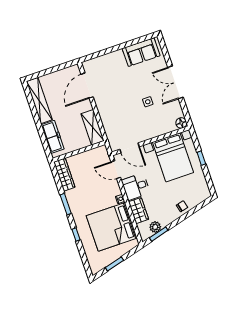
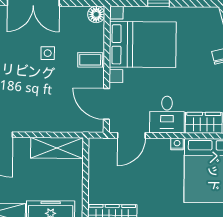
coffee table: (153, 129) -> (90, 60), added
door: (130, 148) -> (107, 104), swing flipped

